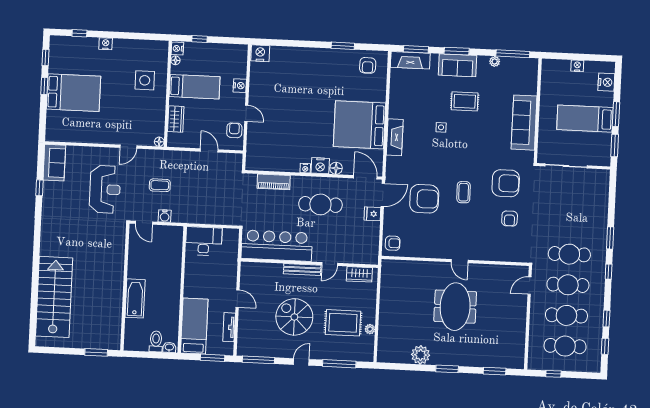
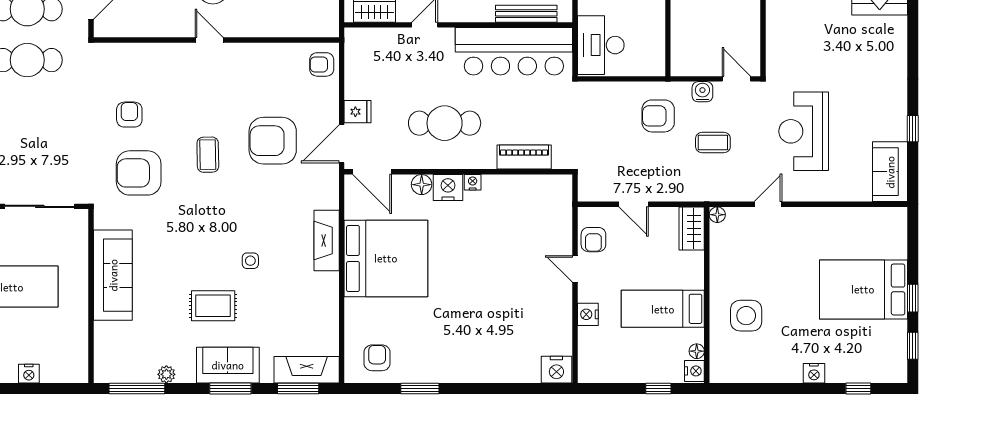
wardrobe: (176, 119) -> (692, 228), moved
armchair: (192, 203) -> (658, 116), added
desk: (204, 241) -> (601, 45), moved, turned 90
bench: (302, 269) -> (526, 14), moved

